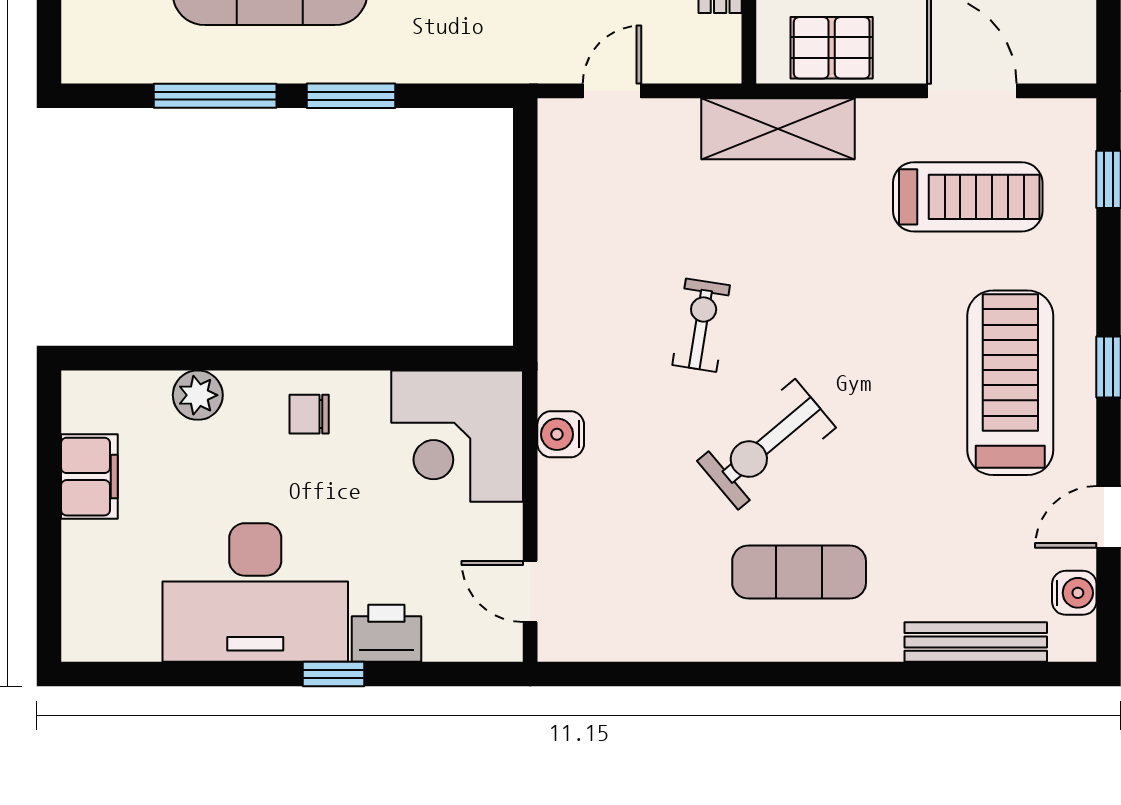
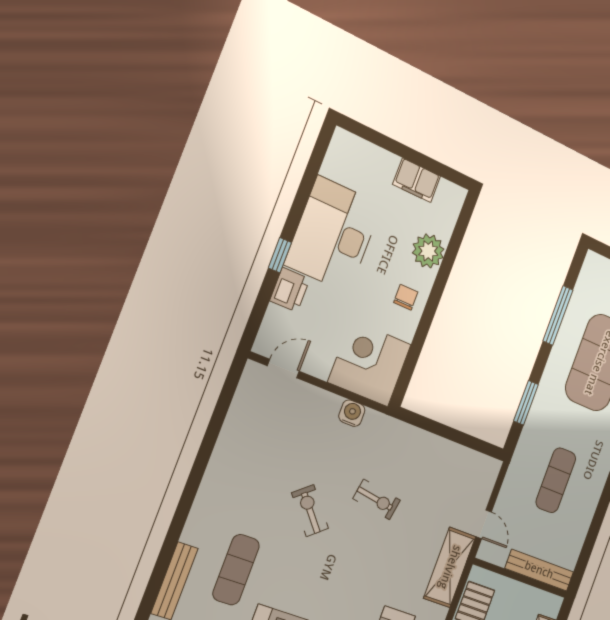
door: (612, 91) -> (484, 524), moved
window: (351, 96) -> (526, 403), moved
plant: (198, 395) -> (428, 251), width x1.36, depth x1.36
exercise bike: (767, 444) -> (310, 511), width x0.73, depth x0.72
exercise mat: (799, 572) -> (236, 570), moved

